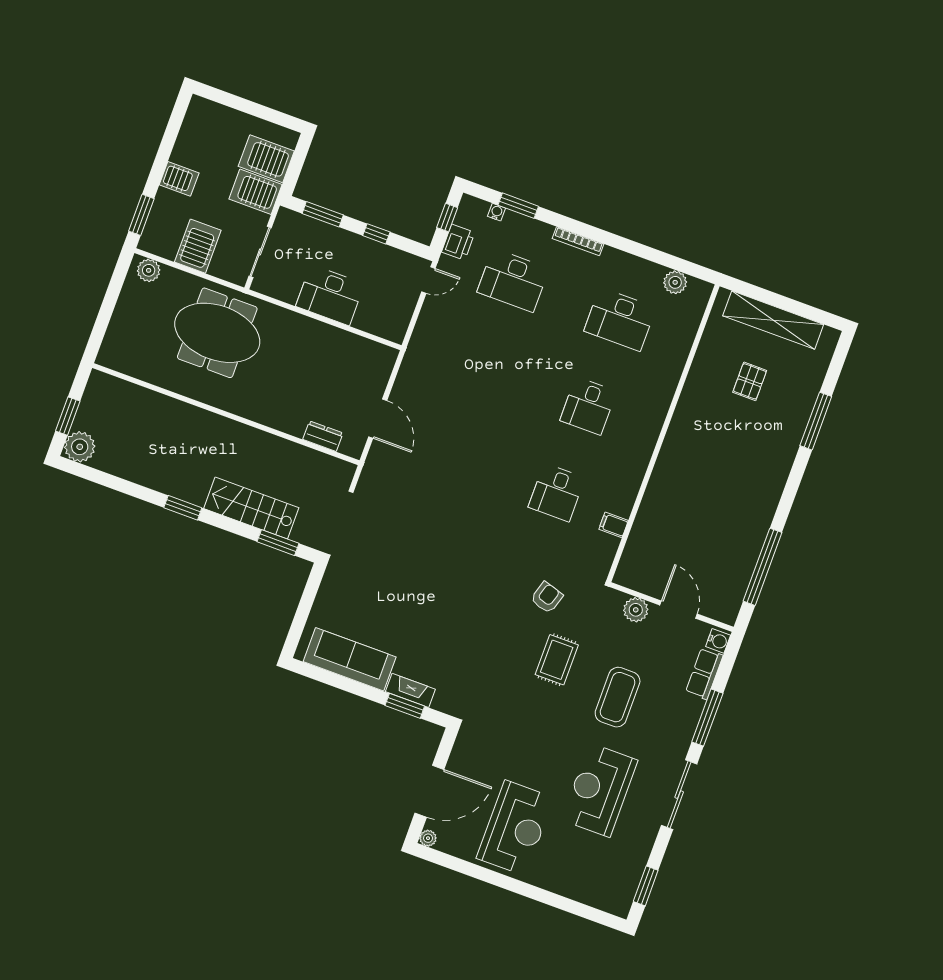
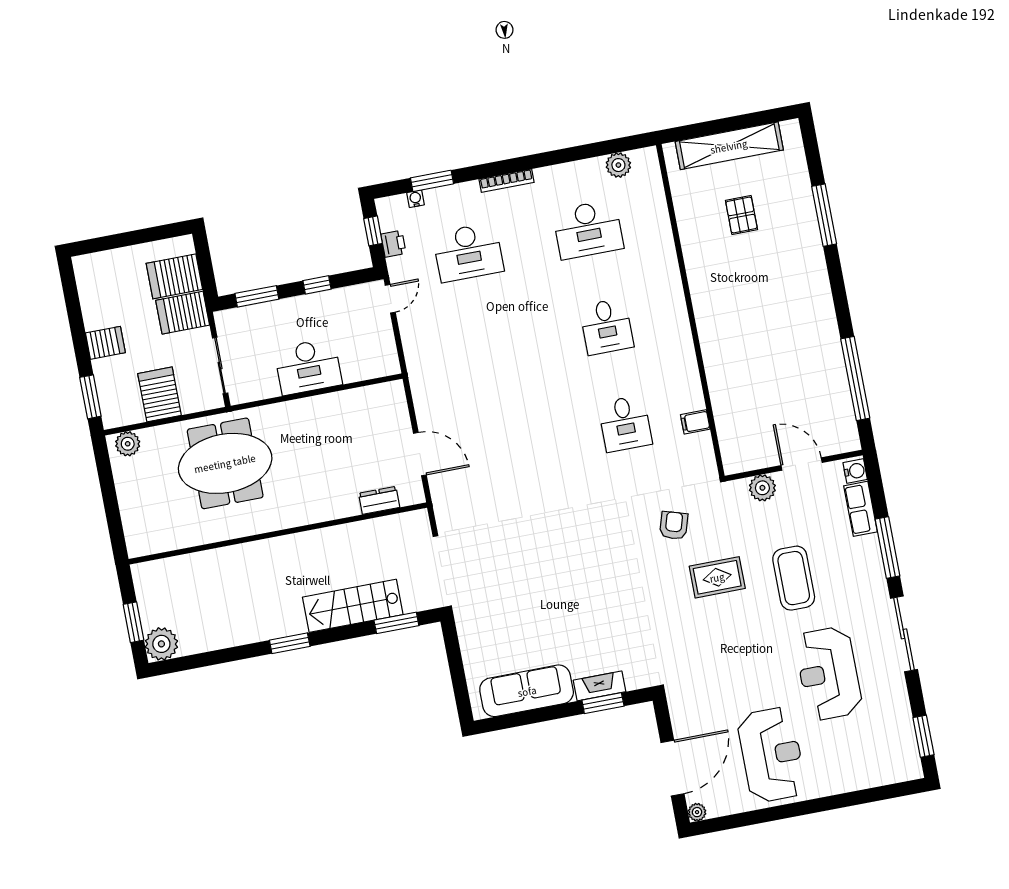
printer: (458, 242) -> (393, 244), width x0.73, depth x0.81
rug: (557, 660) -> (717, 577), turned 90

